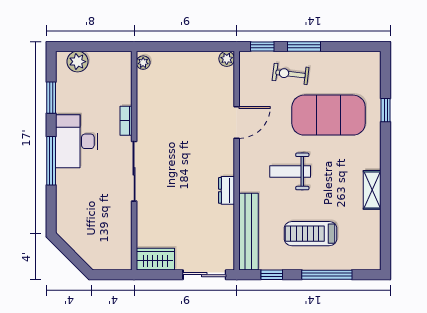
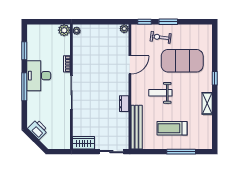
plant: (77, 62) -> (64, 30), moved
window: (386, 110) -> (215, 78), moved
printer: (75, 236) -> (38, 129), added
window: (272, 275) -> (150, 152), removed

